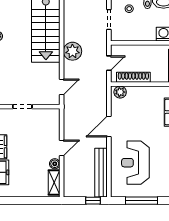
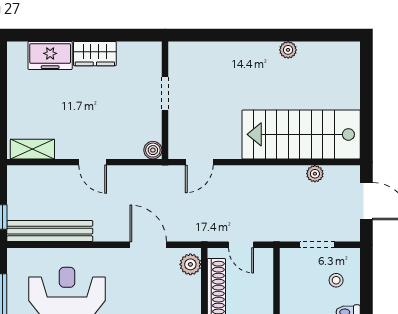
plant: (72, 51) -> (315, 174), moved, width x0.53, depth x0.53
door: (62, 87) -> (199, 162), hinge flipped
door: (109, 126) -> (148, 245), moved
boiler: (55, 164) -> (153, 150), moved

